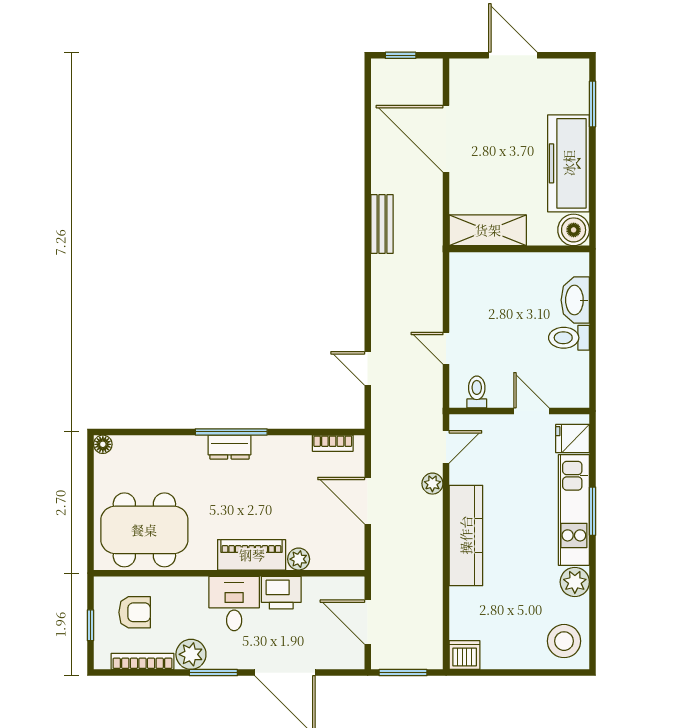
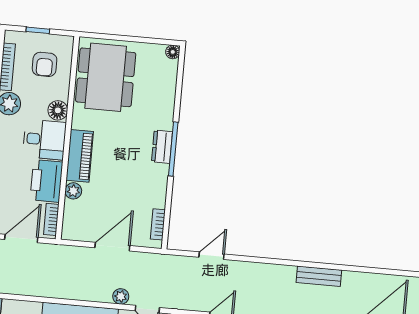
bookcase: (339, 585) -> (51, 219), added
floor lamp: (194, 589) -> (58, 110), added
printer: (281, 593) -> (46, 181), width x1.37, depth x1.19

